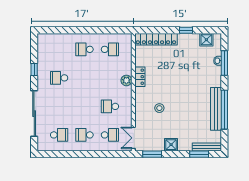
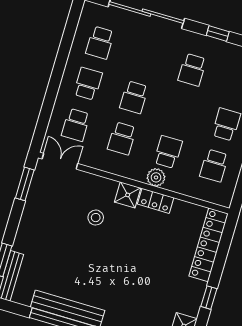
school desk: (59, 78) -> (192, 70), turned 180
school desk: (110, 78) -> (168, 152), added
school desk: (85, 106) -> (134, 97), added
school desk: (110, 106) -> (122, 138), turned 180
shower: (171, 145) -> (128, 195), moved

